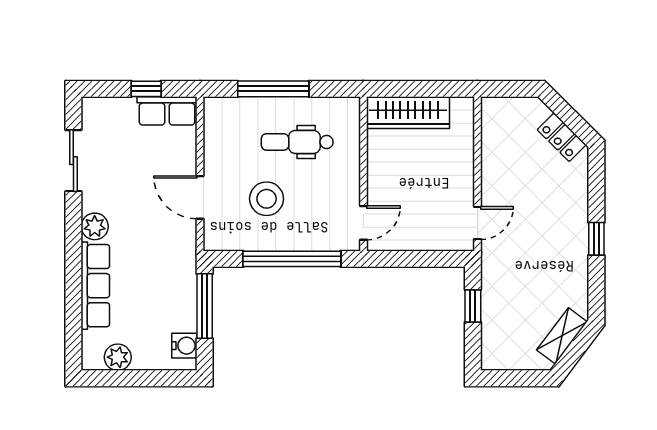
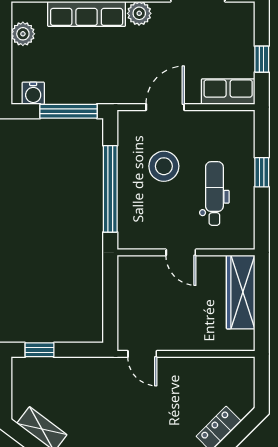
window: (273, 89) -> (262, 172), width x0.46
row of seats: (167, 111) -> (228, 92), moved, turned 90
door: (363, 223) -> (181, 252), moved
window: (473, 306) -> (39, 350), moved

